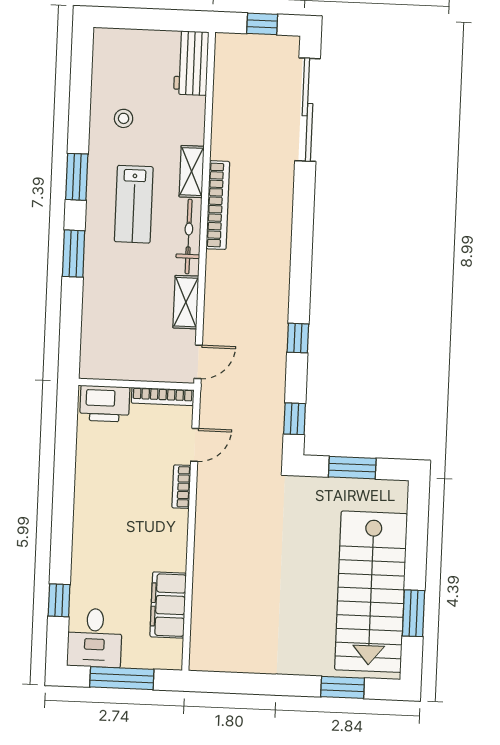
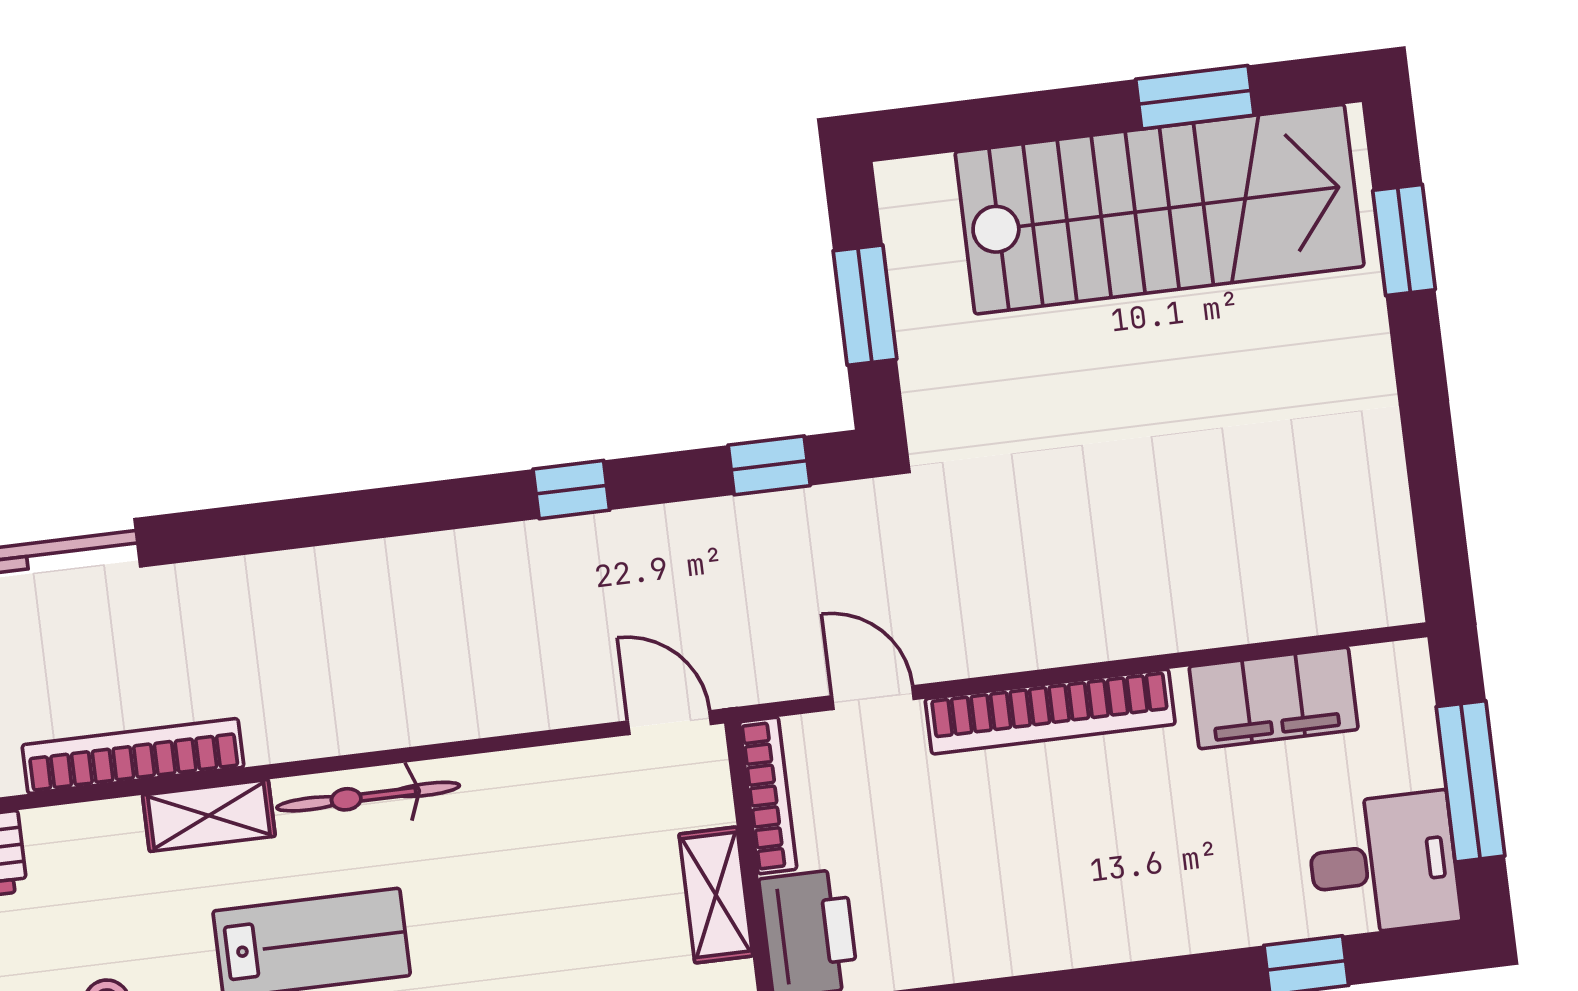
bookcase: (218, 205) -> (133, 756), moved
shelving: (186, 302) -> (716, 895), moved, turned 90
bookcase: (181, 487) -> (1050, 712), width x2.31, depth x1.31

